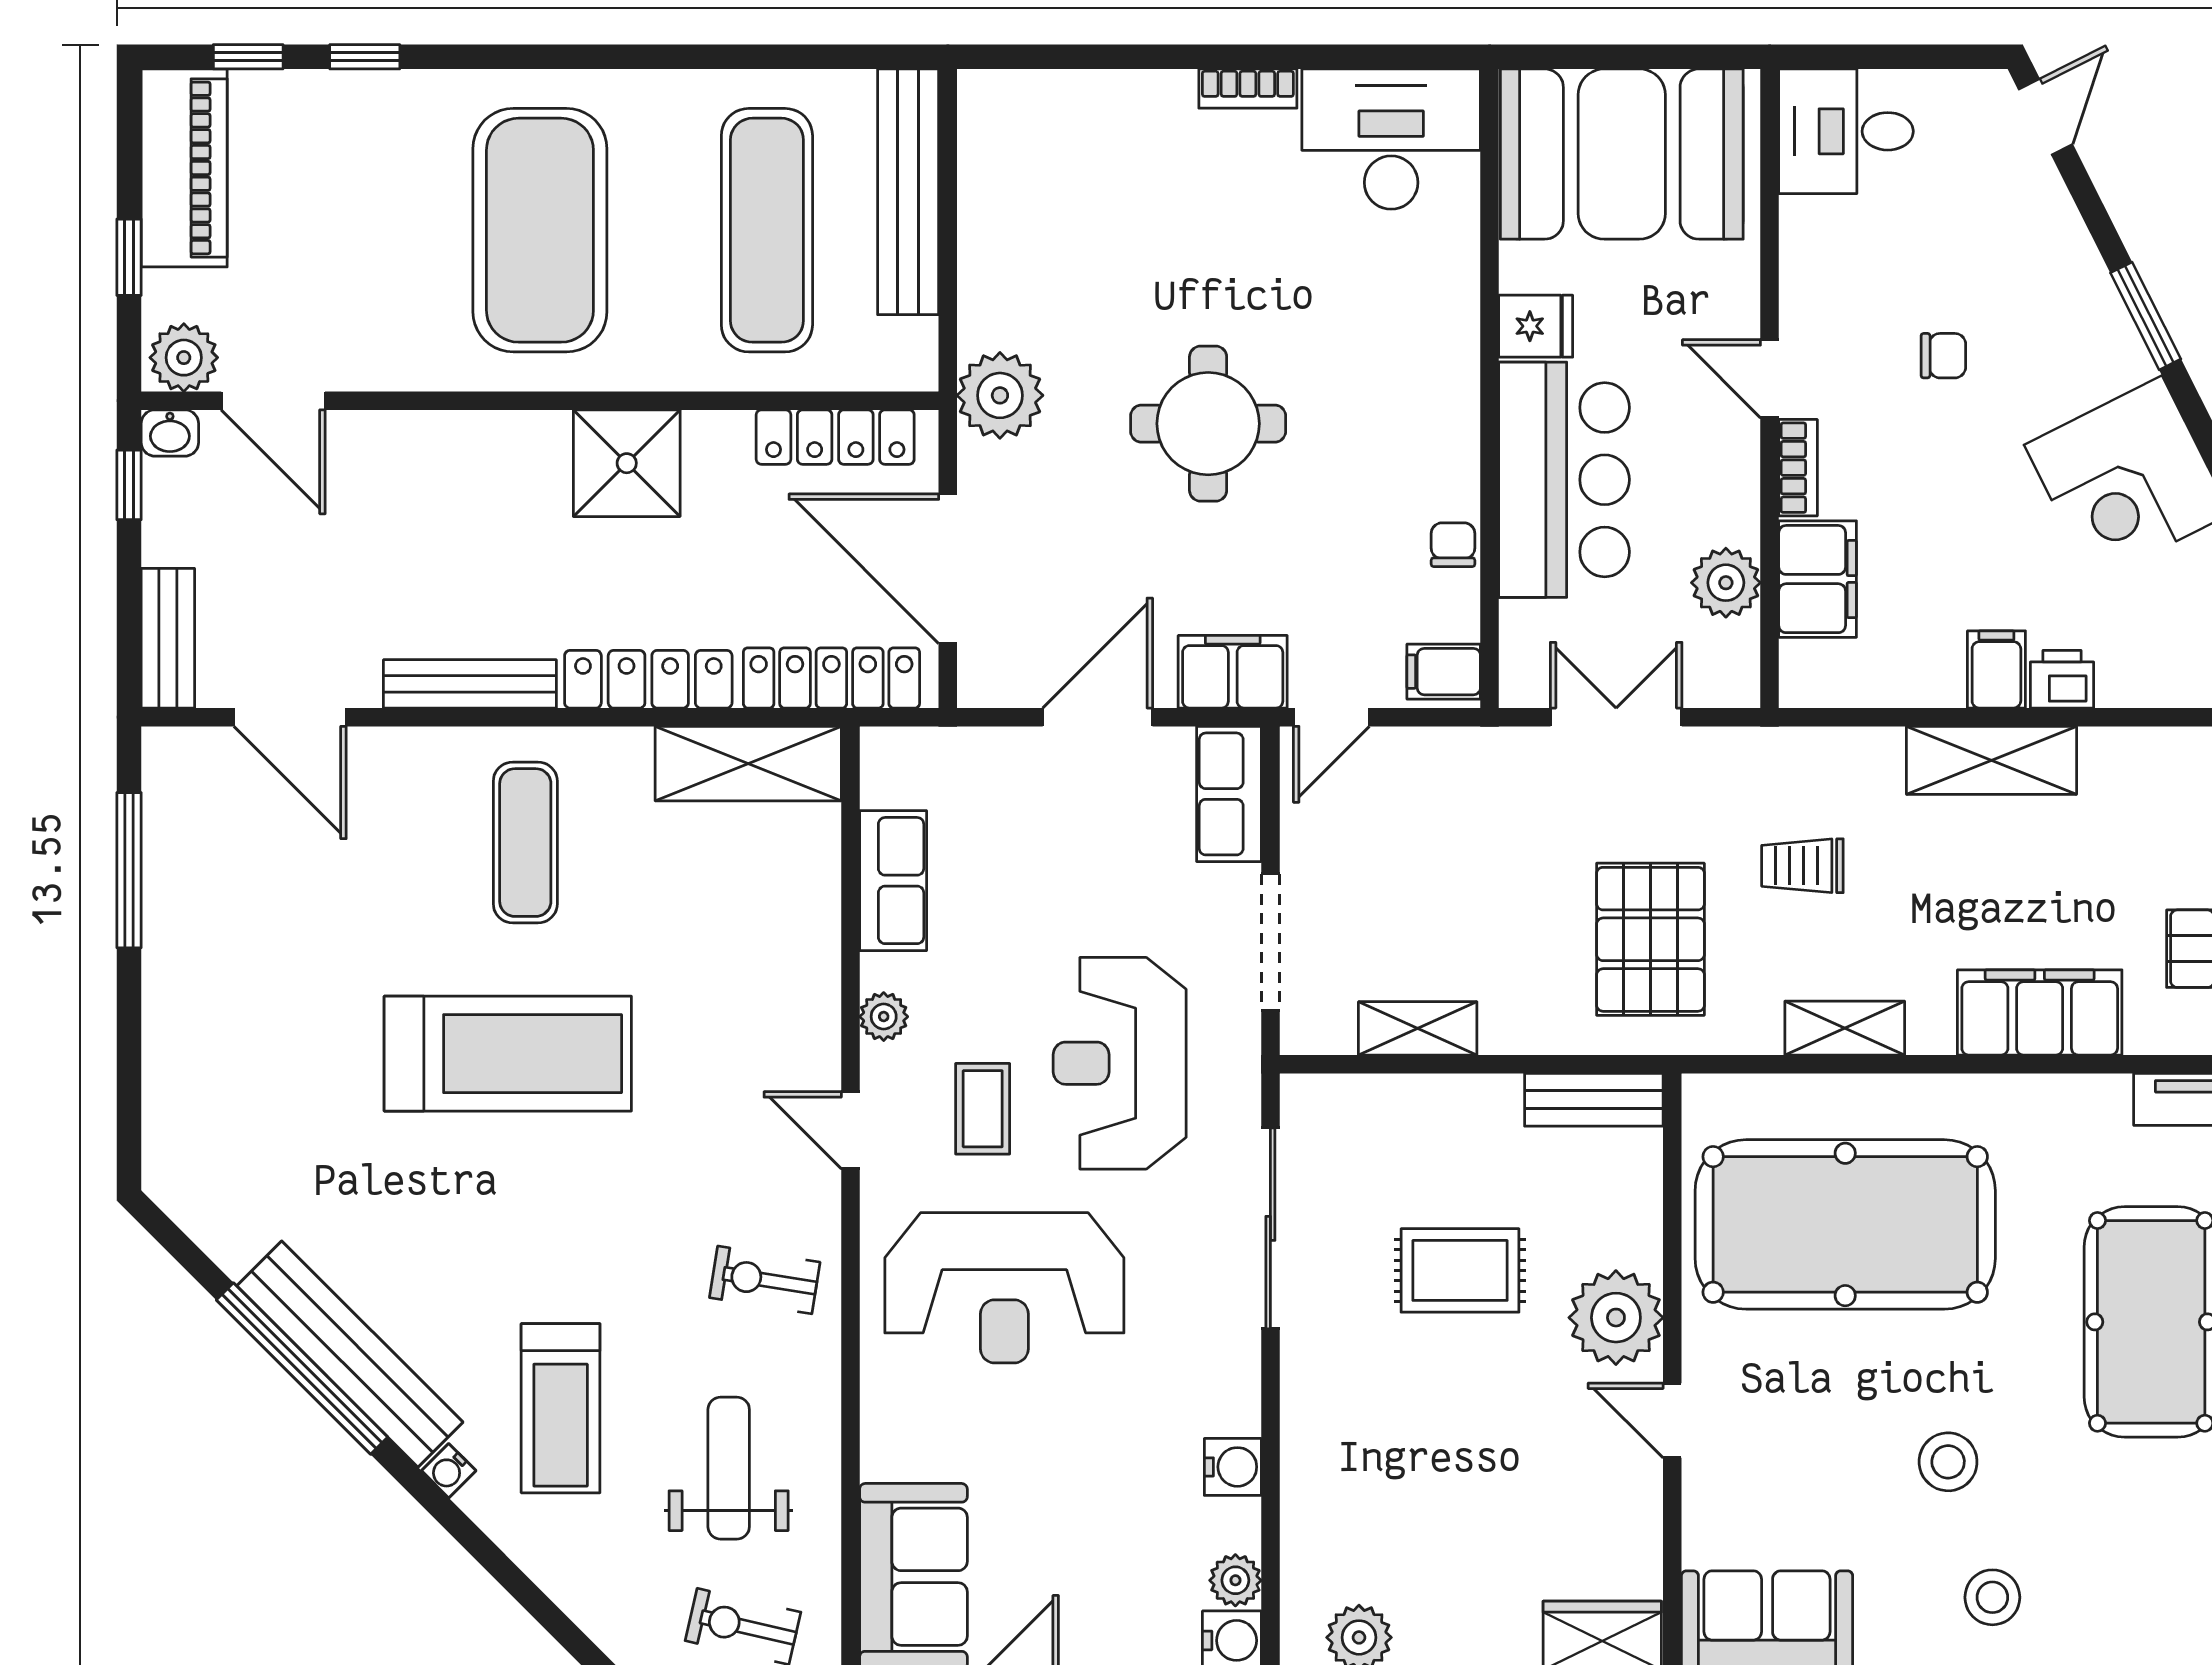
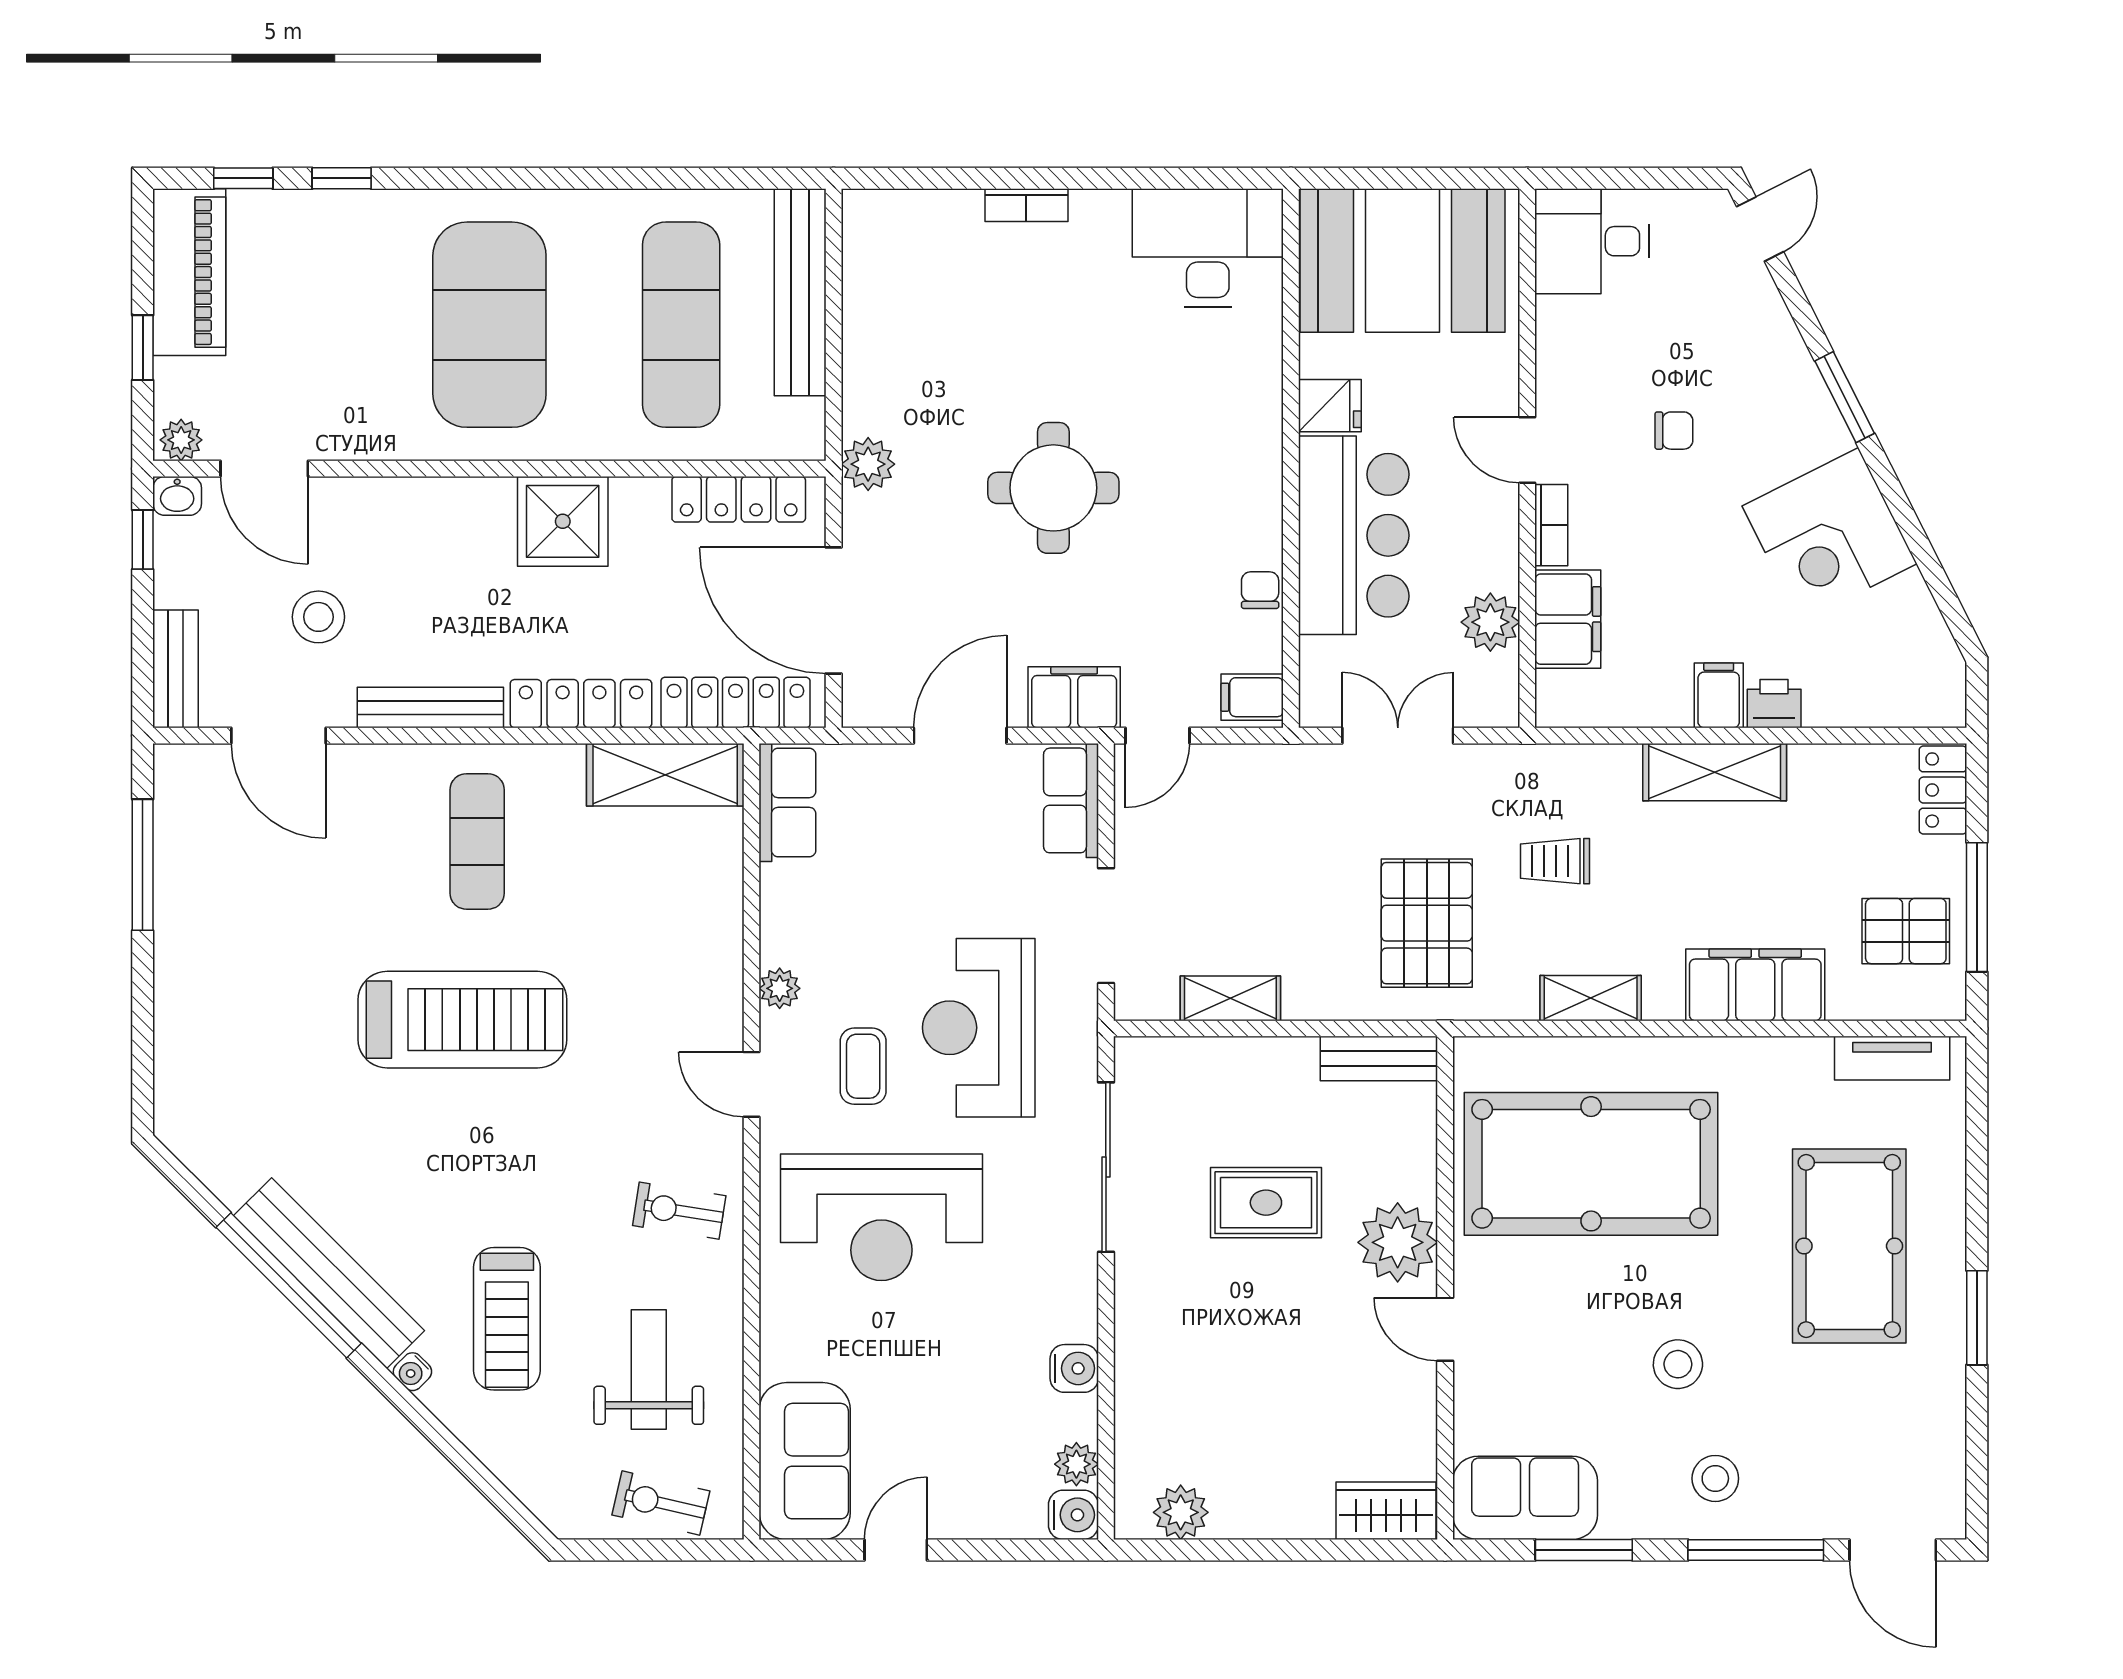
bookcase: (1248, 89) -> (1026, 205), moved
plant: (184, 358) -> (181, 440), width x0.73, depth x0.73
plant: (1000, 395) -> (868, 464), width x0.73, depth x0.73
stool: (337, 576) -> (318, 617), added
row of seats: (893, 881) -> (787, 803), moved

